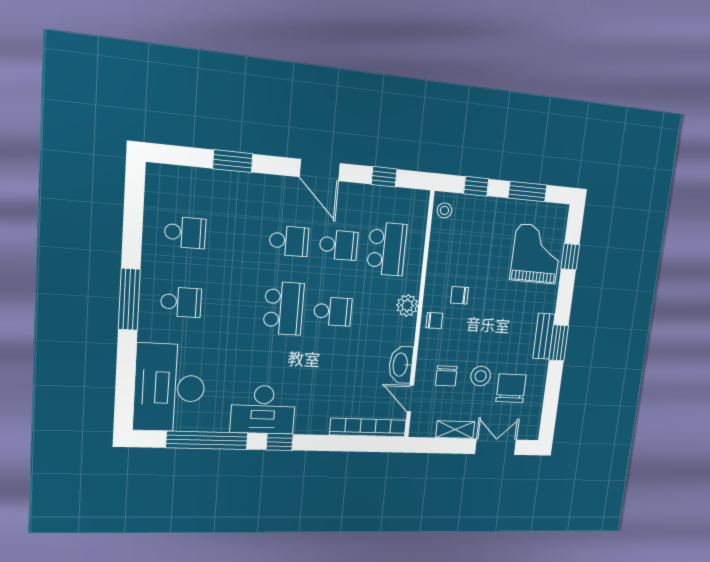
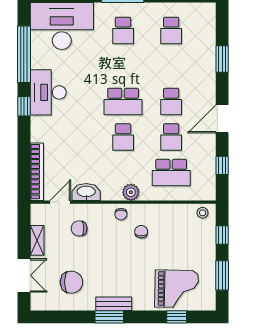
stool: (481, 376) -> (80, 256), removed

